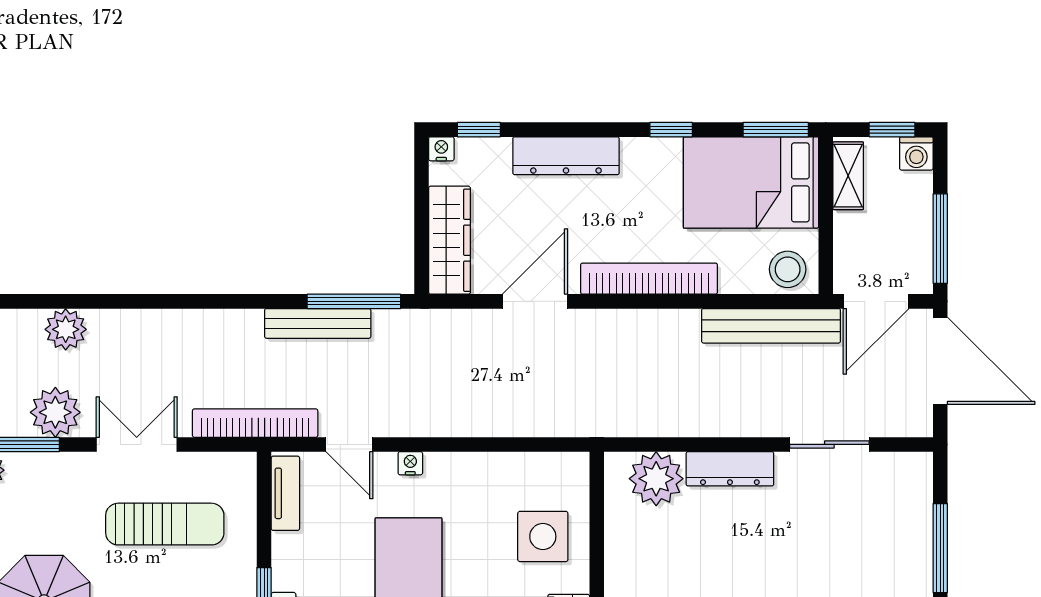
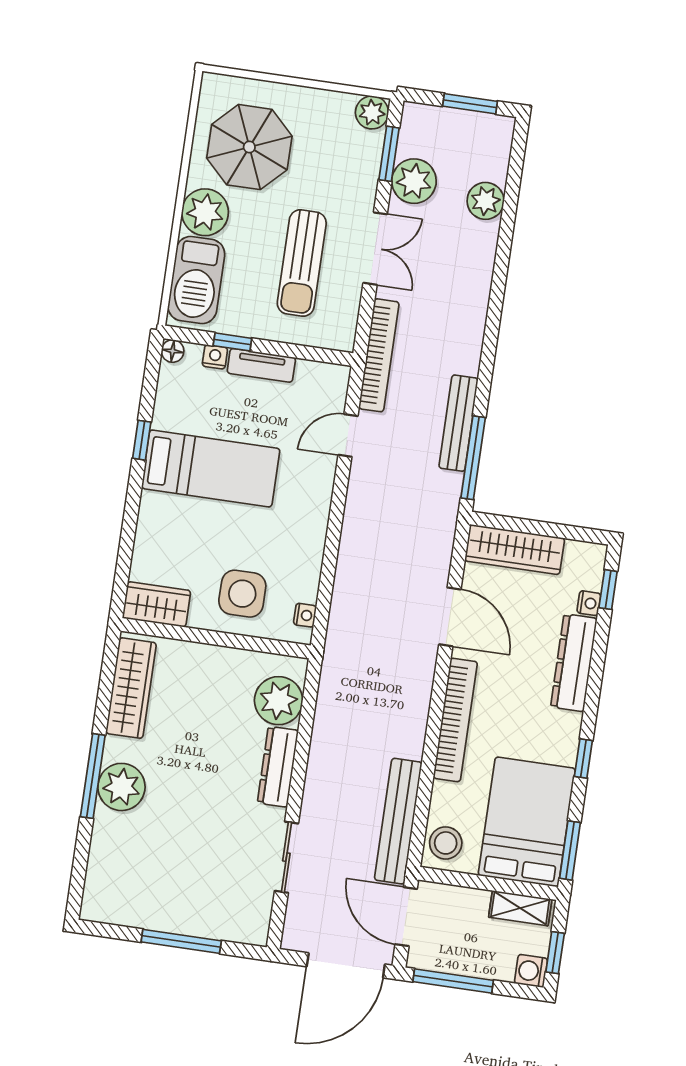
nightstand: (441, 149) -> (589, 603), moved
nightstand: (410, 463) -> (305, 615), moved
tv unit: (285, 493) -> (261, 365), moved

